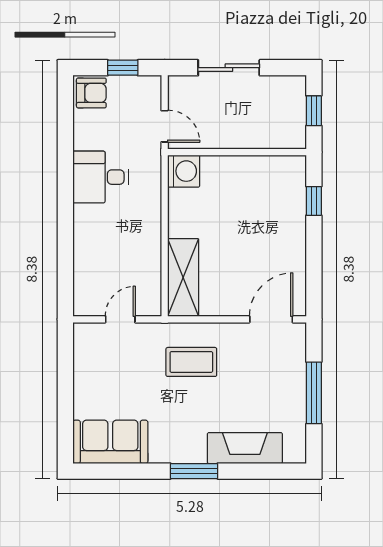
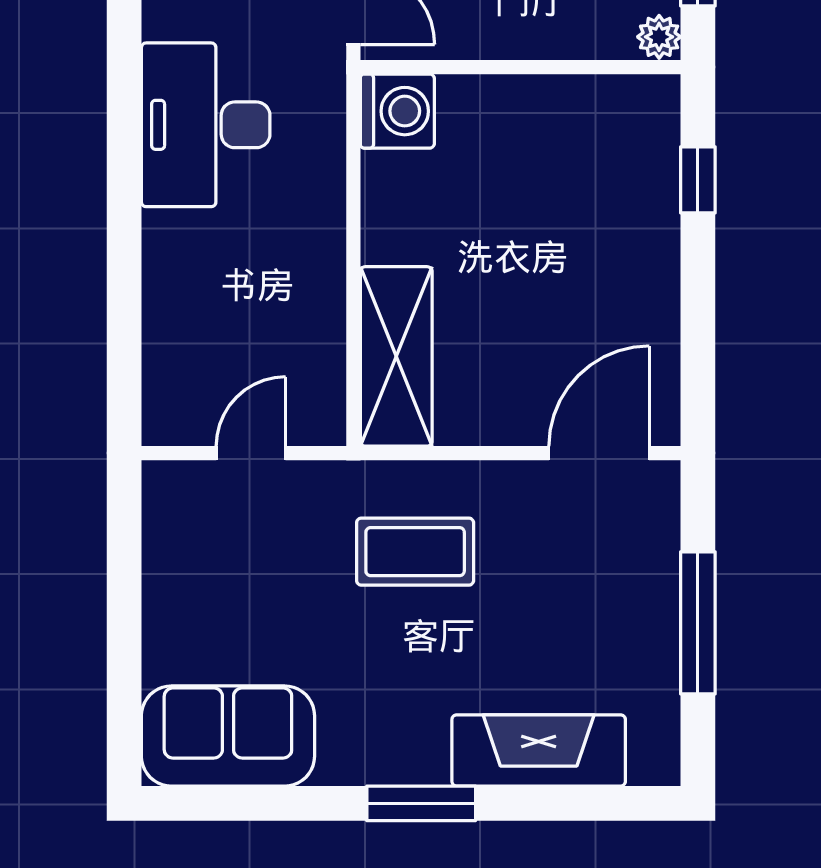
plant: (297, 139) -> (659, 37), added
desk: (101, 177) -> (206, 125), width x1.37

